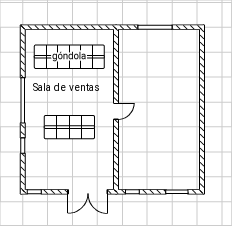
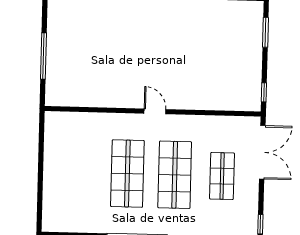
shop shelf: (69, 57) -> (127, 174), moved, width x0.71
shop shelf: (69, 162) -> (222, 176), added

